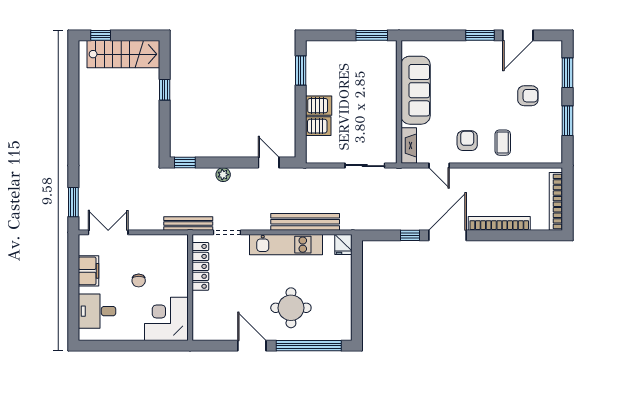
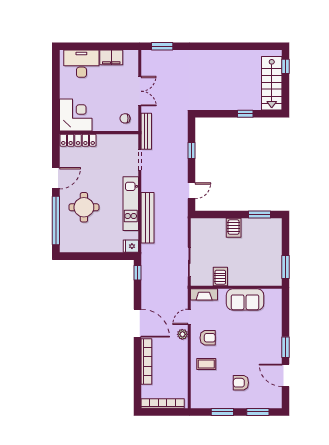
sofa: (416, 90) -> (245, 299), width x0.73
armchair: (528, 96) -> (241, 383), turned 90
server rack: (318, 126) -> (220, 277), moved, turned 180
window: (185, 162) -> (191, 151), moved
plant: (223, 175) -> (182, 334), moved
double door: (108, 232) -> (140, 91), moved
window: (410, 235) -> (138, 273), moved
locker: (200, 266) -> (78, 140), moved
chair: (139, 281) -> (125, 118), moved
desk: (97, 311) -> (81, 64), width x1.37

